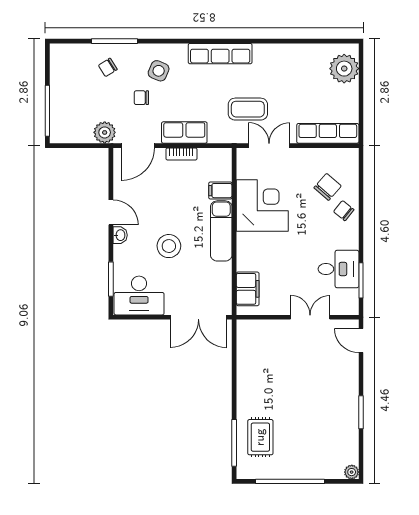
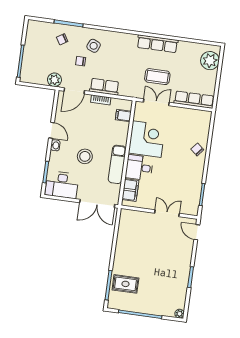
row of seats: (220, 54) -> (157, 44), moved
coffee table: (248, 109) -> (157, 77), moved
chair: (328, 187) -> (189, 133), removed
filing cabinet: (220, 191) -> (123, 116), moved
exam couch: (221, 231) -> (117, 164), moved
desk: (338, 269) -> (139, 168), moved, turned 180
rug: (260, 437) -> (125, 284), turned 90

